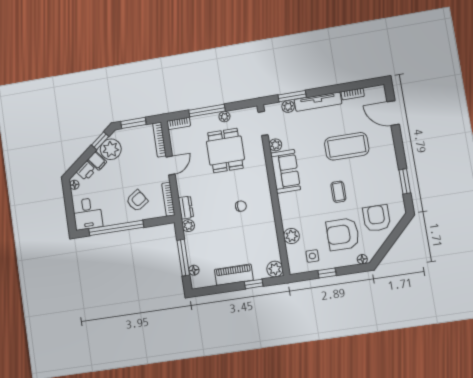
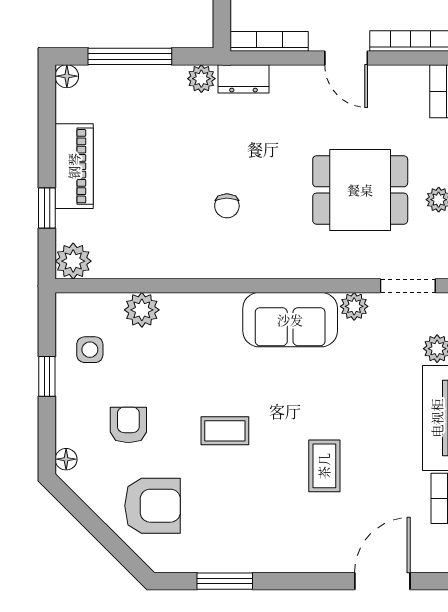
coffee table: (347, 146) -> (324, 466), width x0.54, depth x0.58
armchair: (343, 234) -> (128, 425), width x0.53, depth x0.53
floor lamp: (194, 270) -> (67, 76), moved

